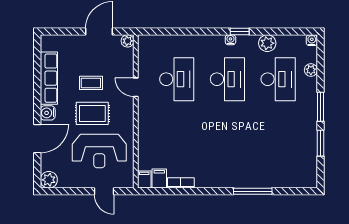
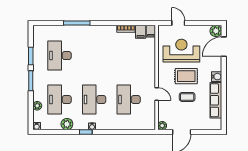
door: (37, 139) -> (224, 47), moved
desk: (278, 144) -> (60, 56), added

